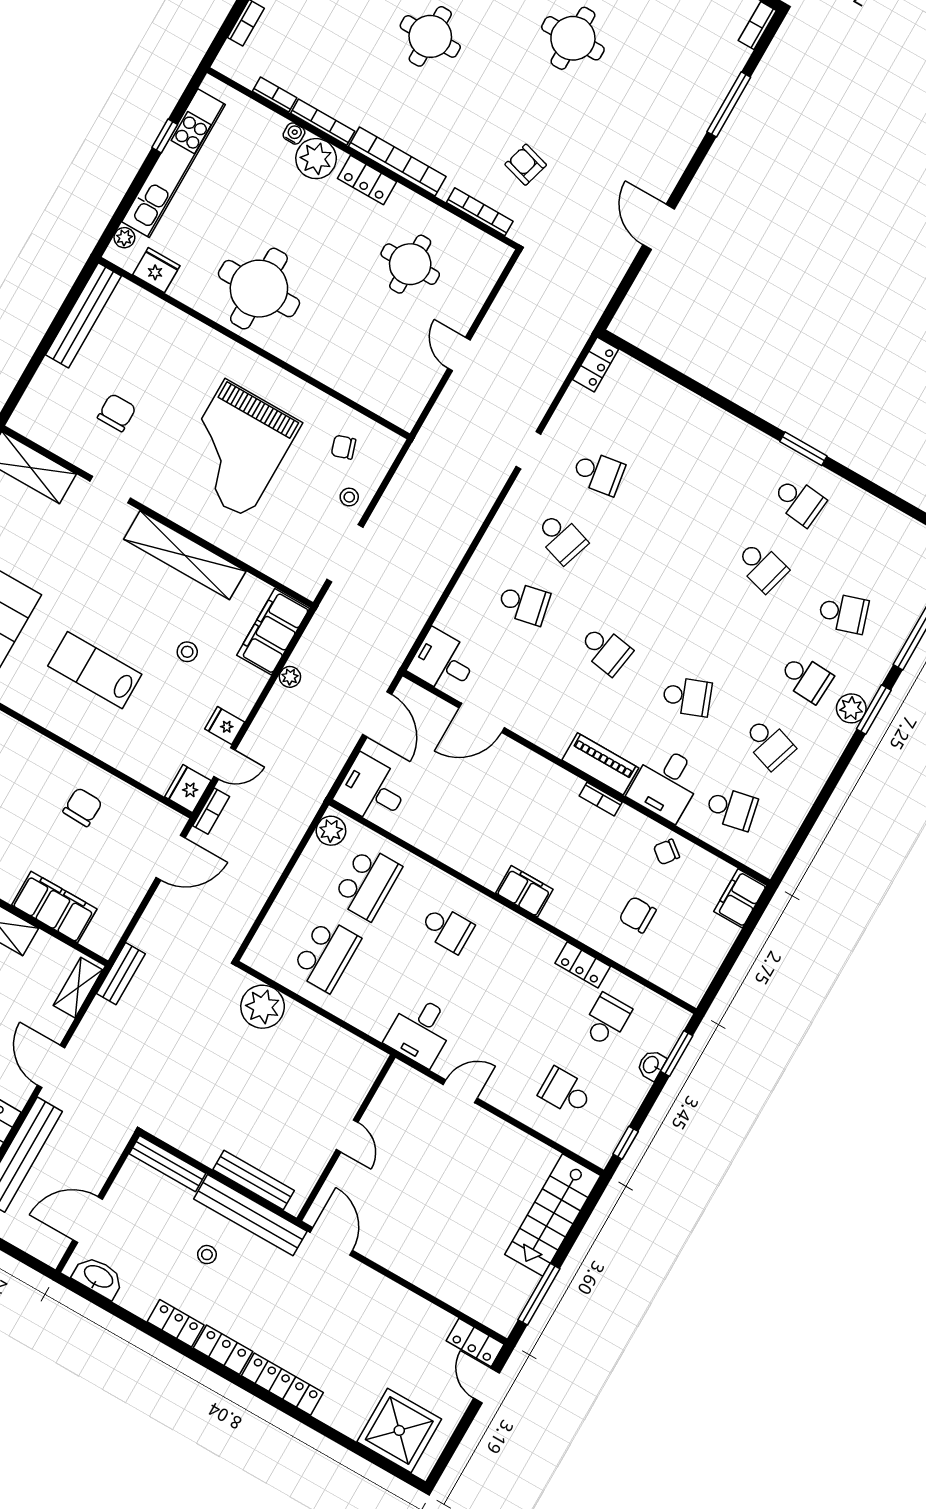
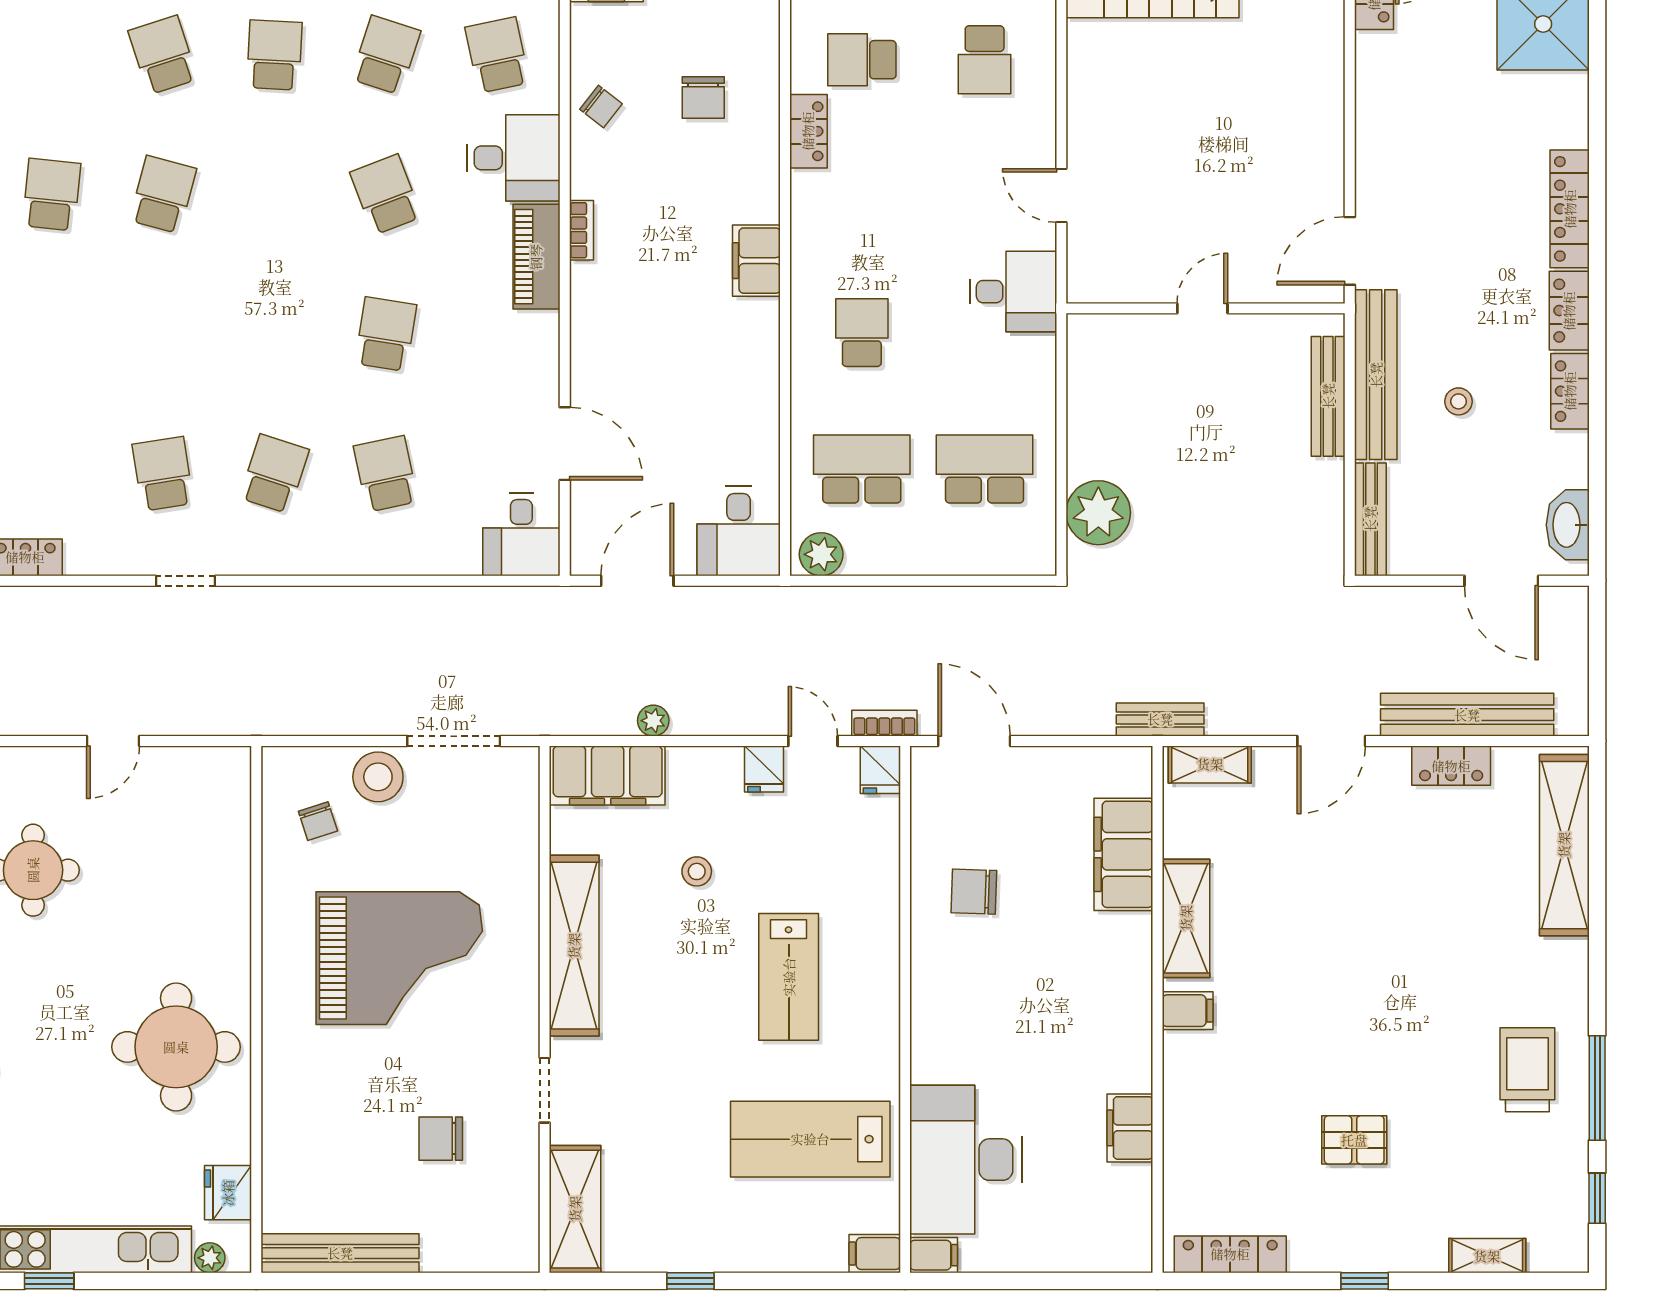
stool: (349, 497) -> (378, 777), width x1.89, depth x1.89
fridge: (188, 789) -> (880, 770), width x0.72

